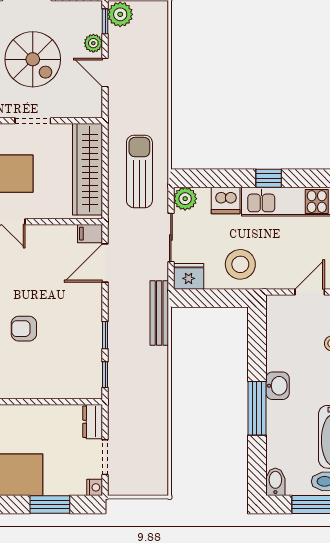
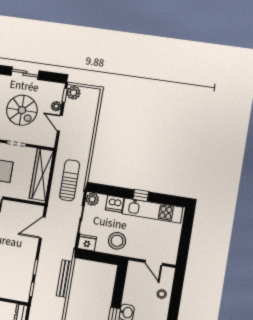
filing cabinet: (90, 234) -> (37, 210), removed
door: (310, 292) -> (154, 263), swing flipped
bench: (159, 313) -> (64, 279), moved

